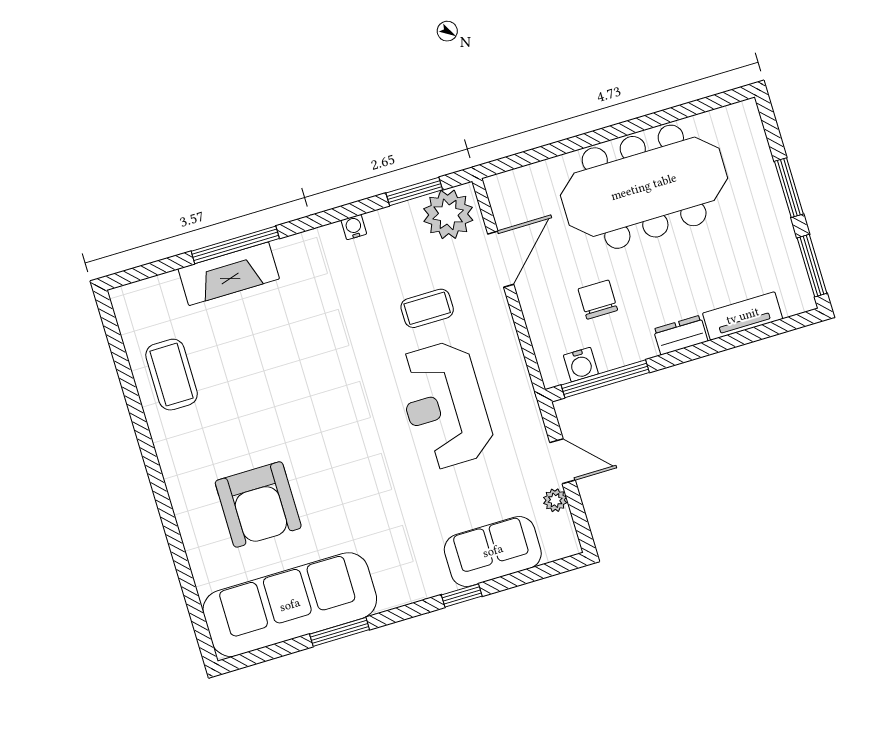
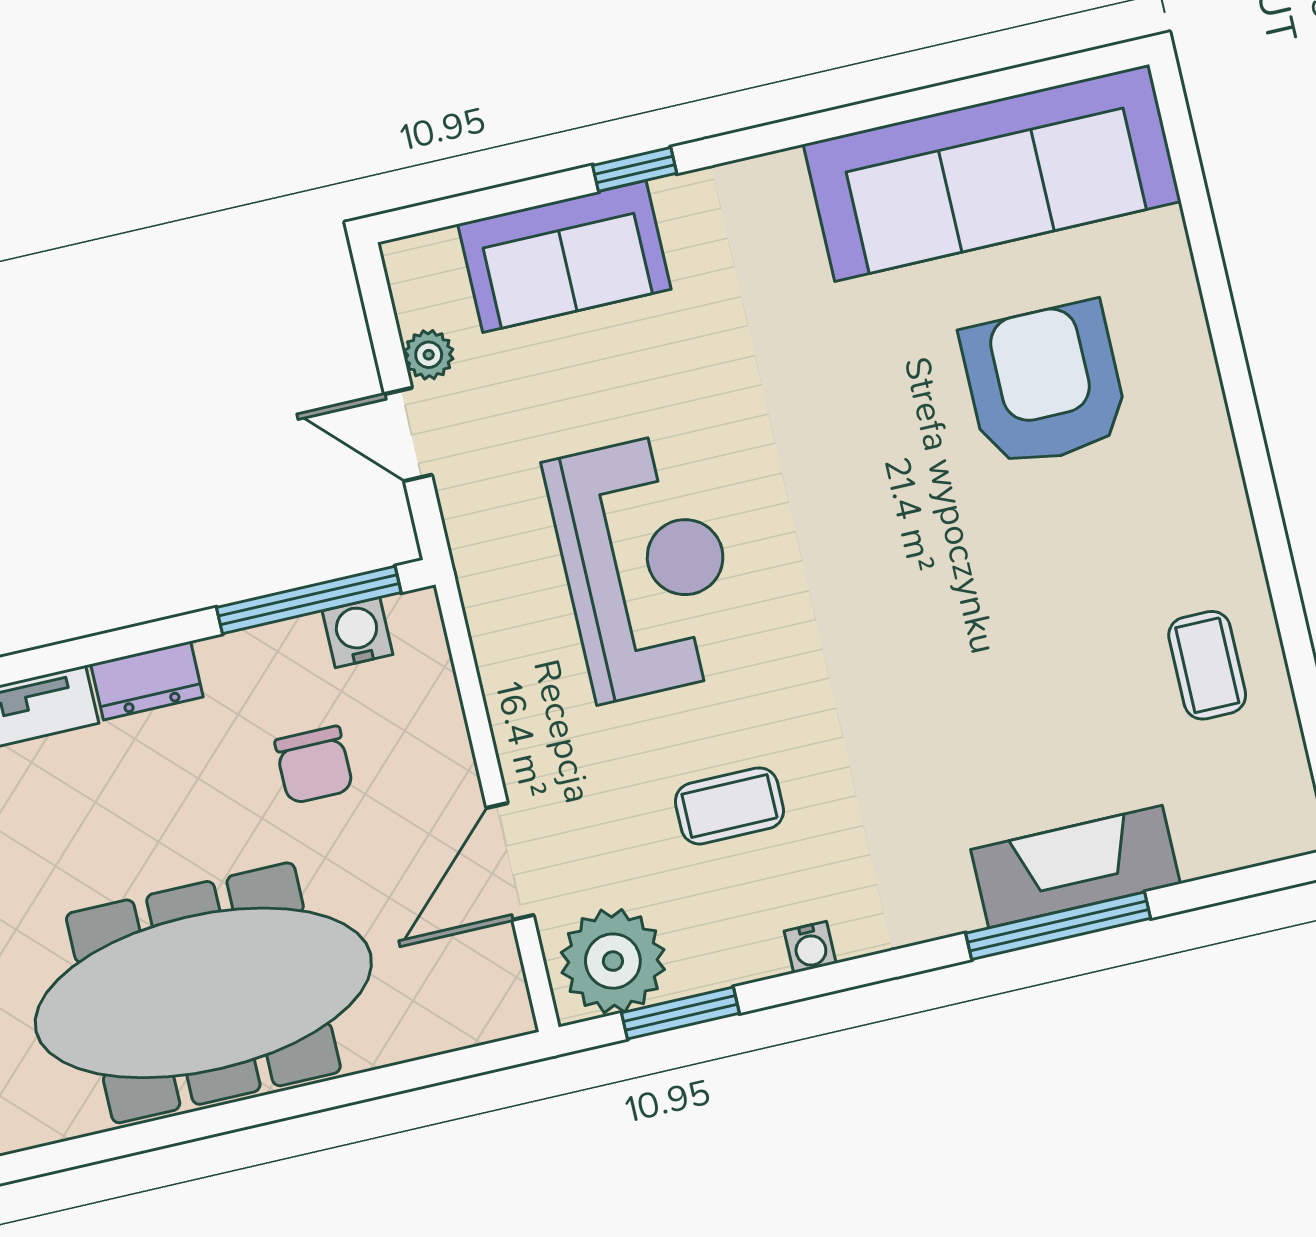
coffee table: (427, 308) -> (729, 806), moved
coffee table: (172, 375) -> (1207, 665), width x0.73, depth x0.77
window: (340, 632) -> (892, 110), removed

